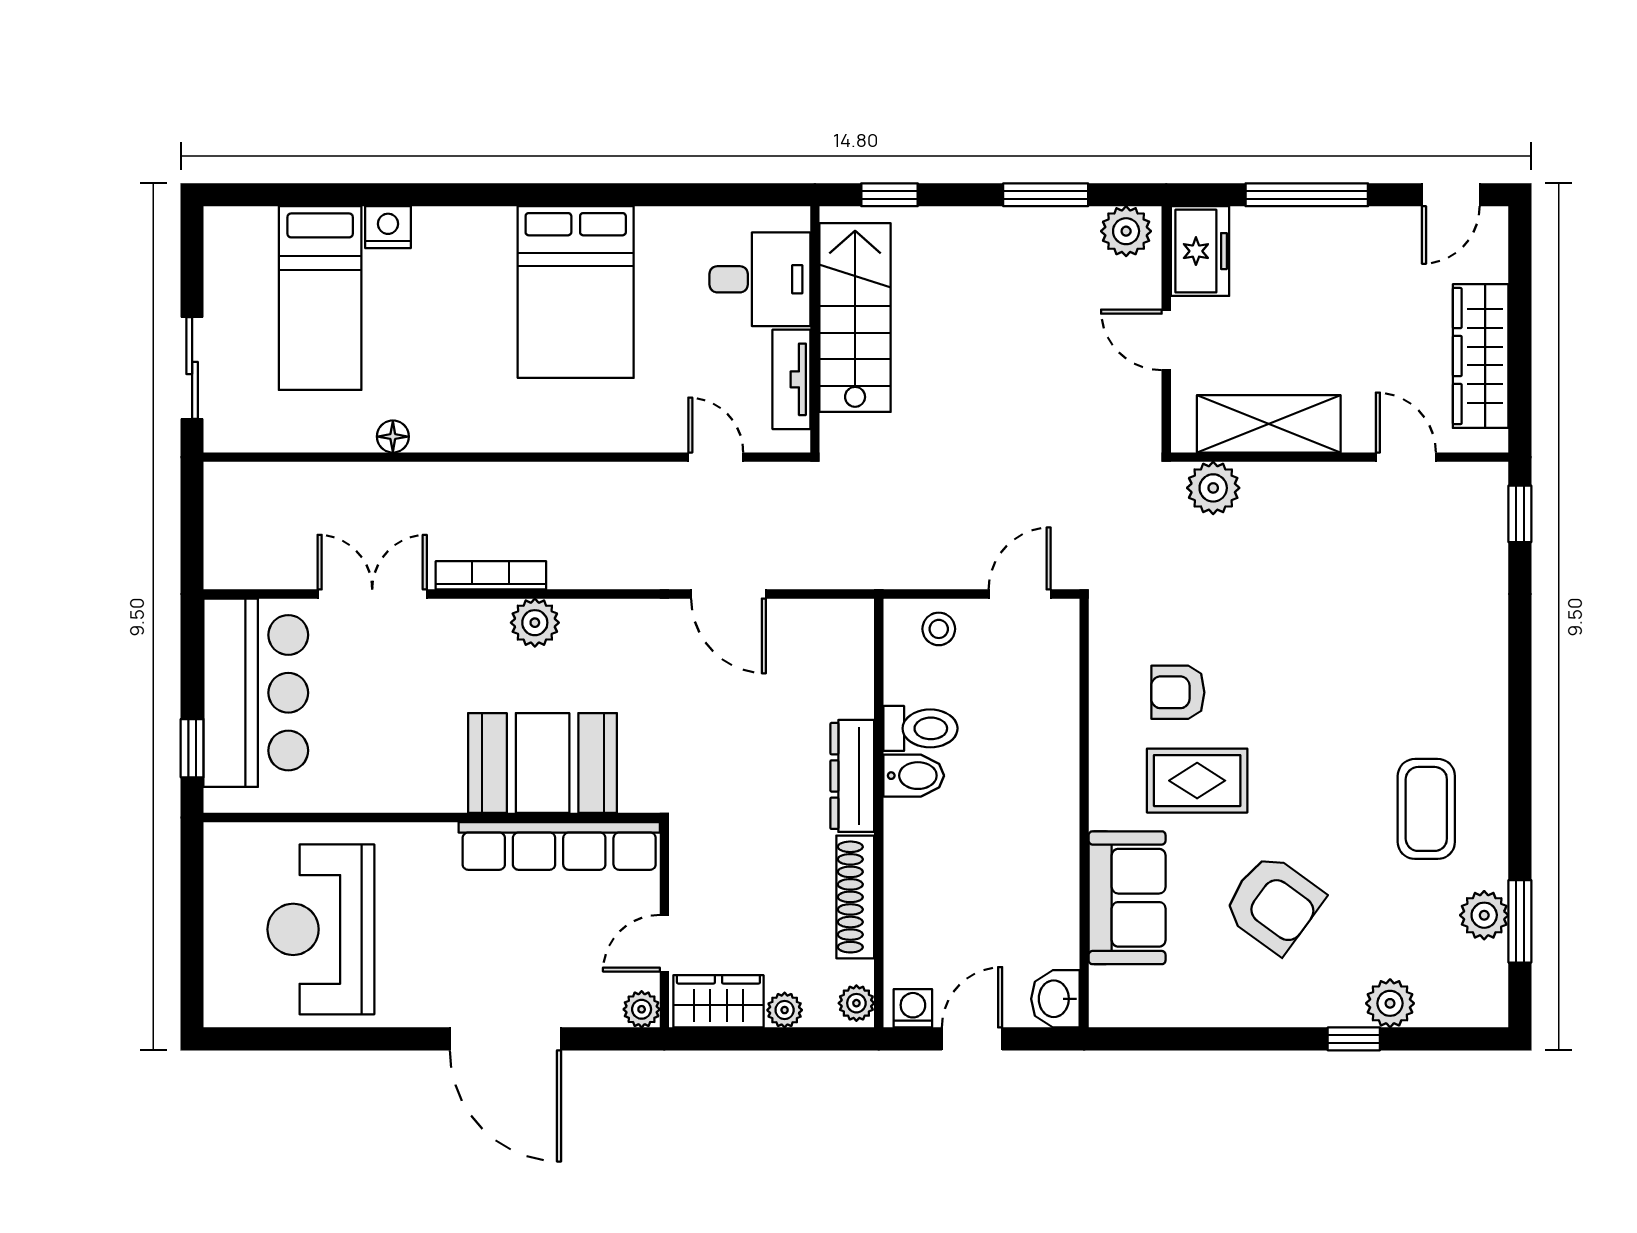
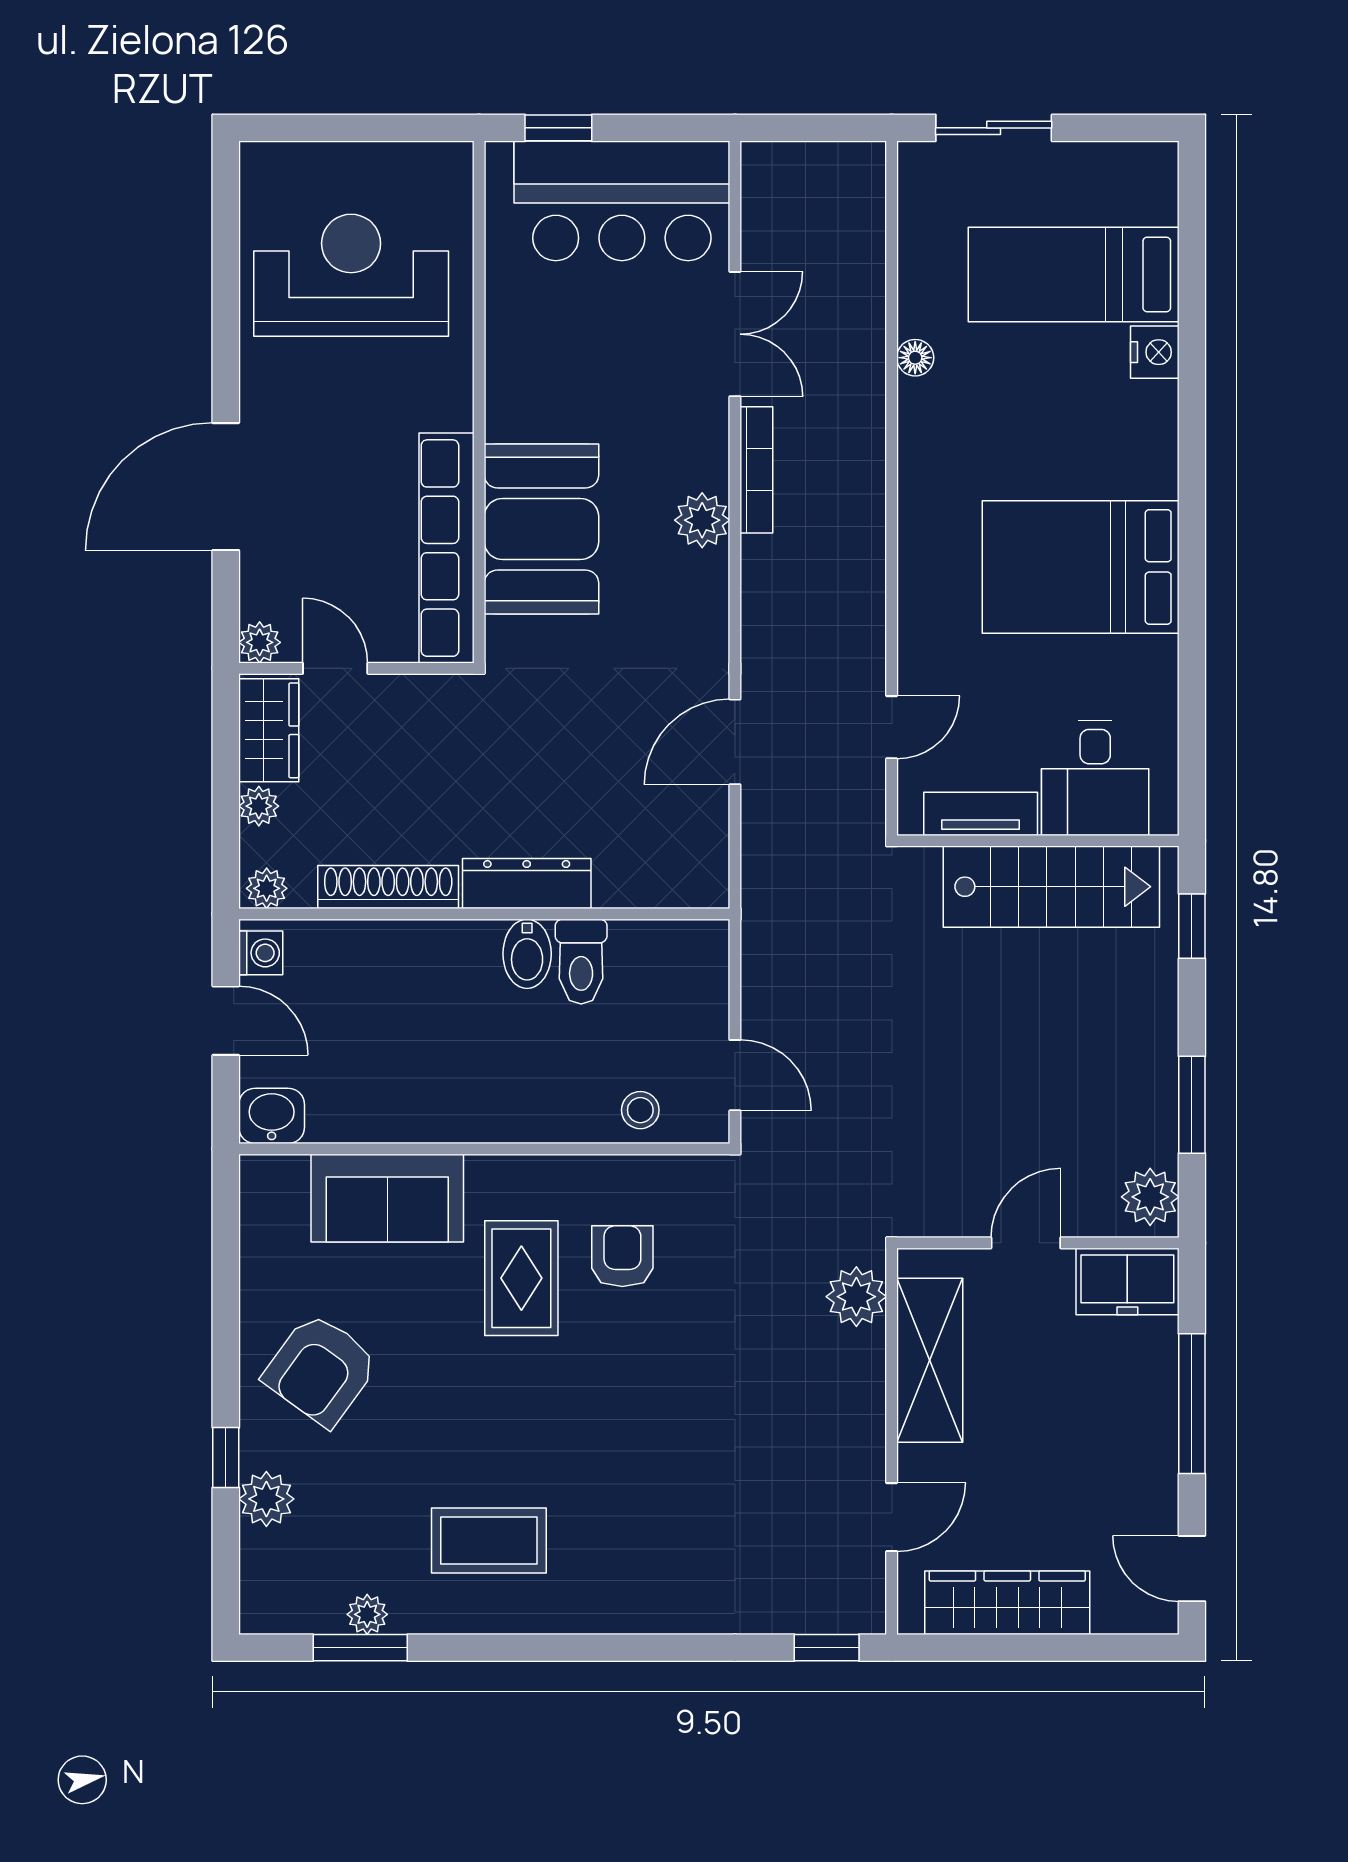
stool: (939, 629) -> (640, 1110), moved
armchair: (1274, 904) -> (321, 1370), moved
plant: (1484, 915) -> (367, 1614), width x0.73, depth x0.73

